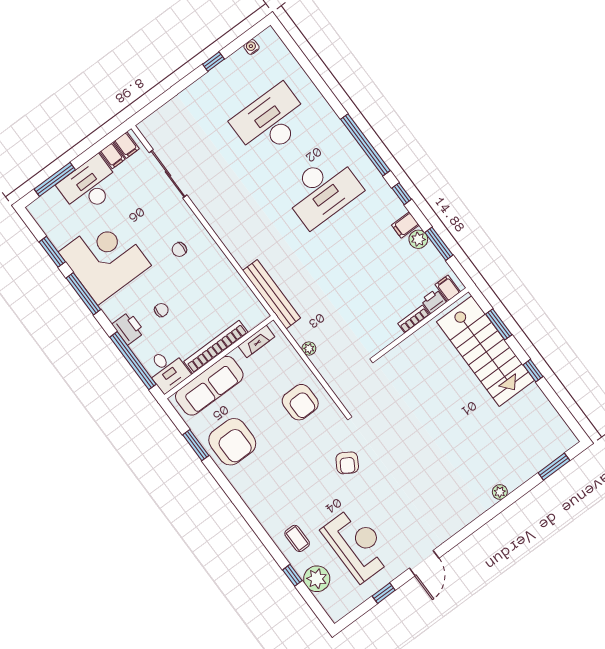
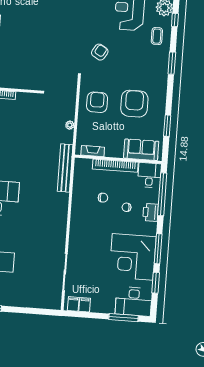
desk: (89, 186) -> (134, 301), moved
chair: (179, 249) -> (103, 198), moved
sofa: (209, 386) -> (141, 150), width x0.73
armchair: (232, 442) -> (134, 104), moved
window: (253, 522) -> (172, 63), added

